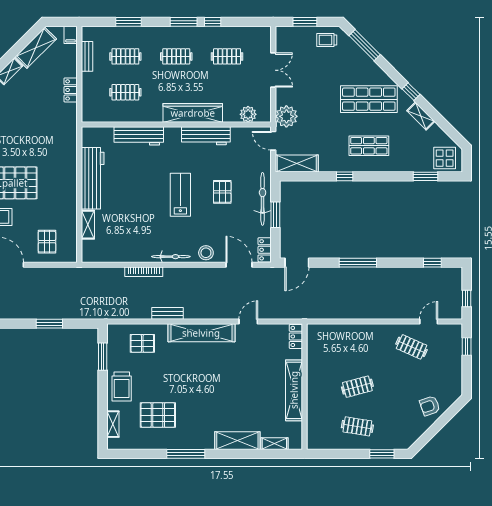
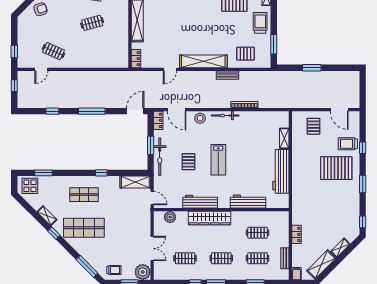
double door: (273, 70) -> (152, 249), swing flipped
plant: (286, 116) -> (143, 272), moved
window: (432, 263) -> (52, 111), moved

